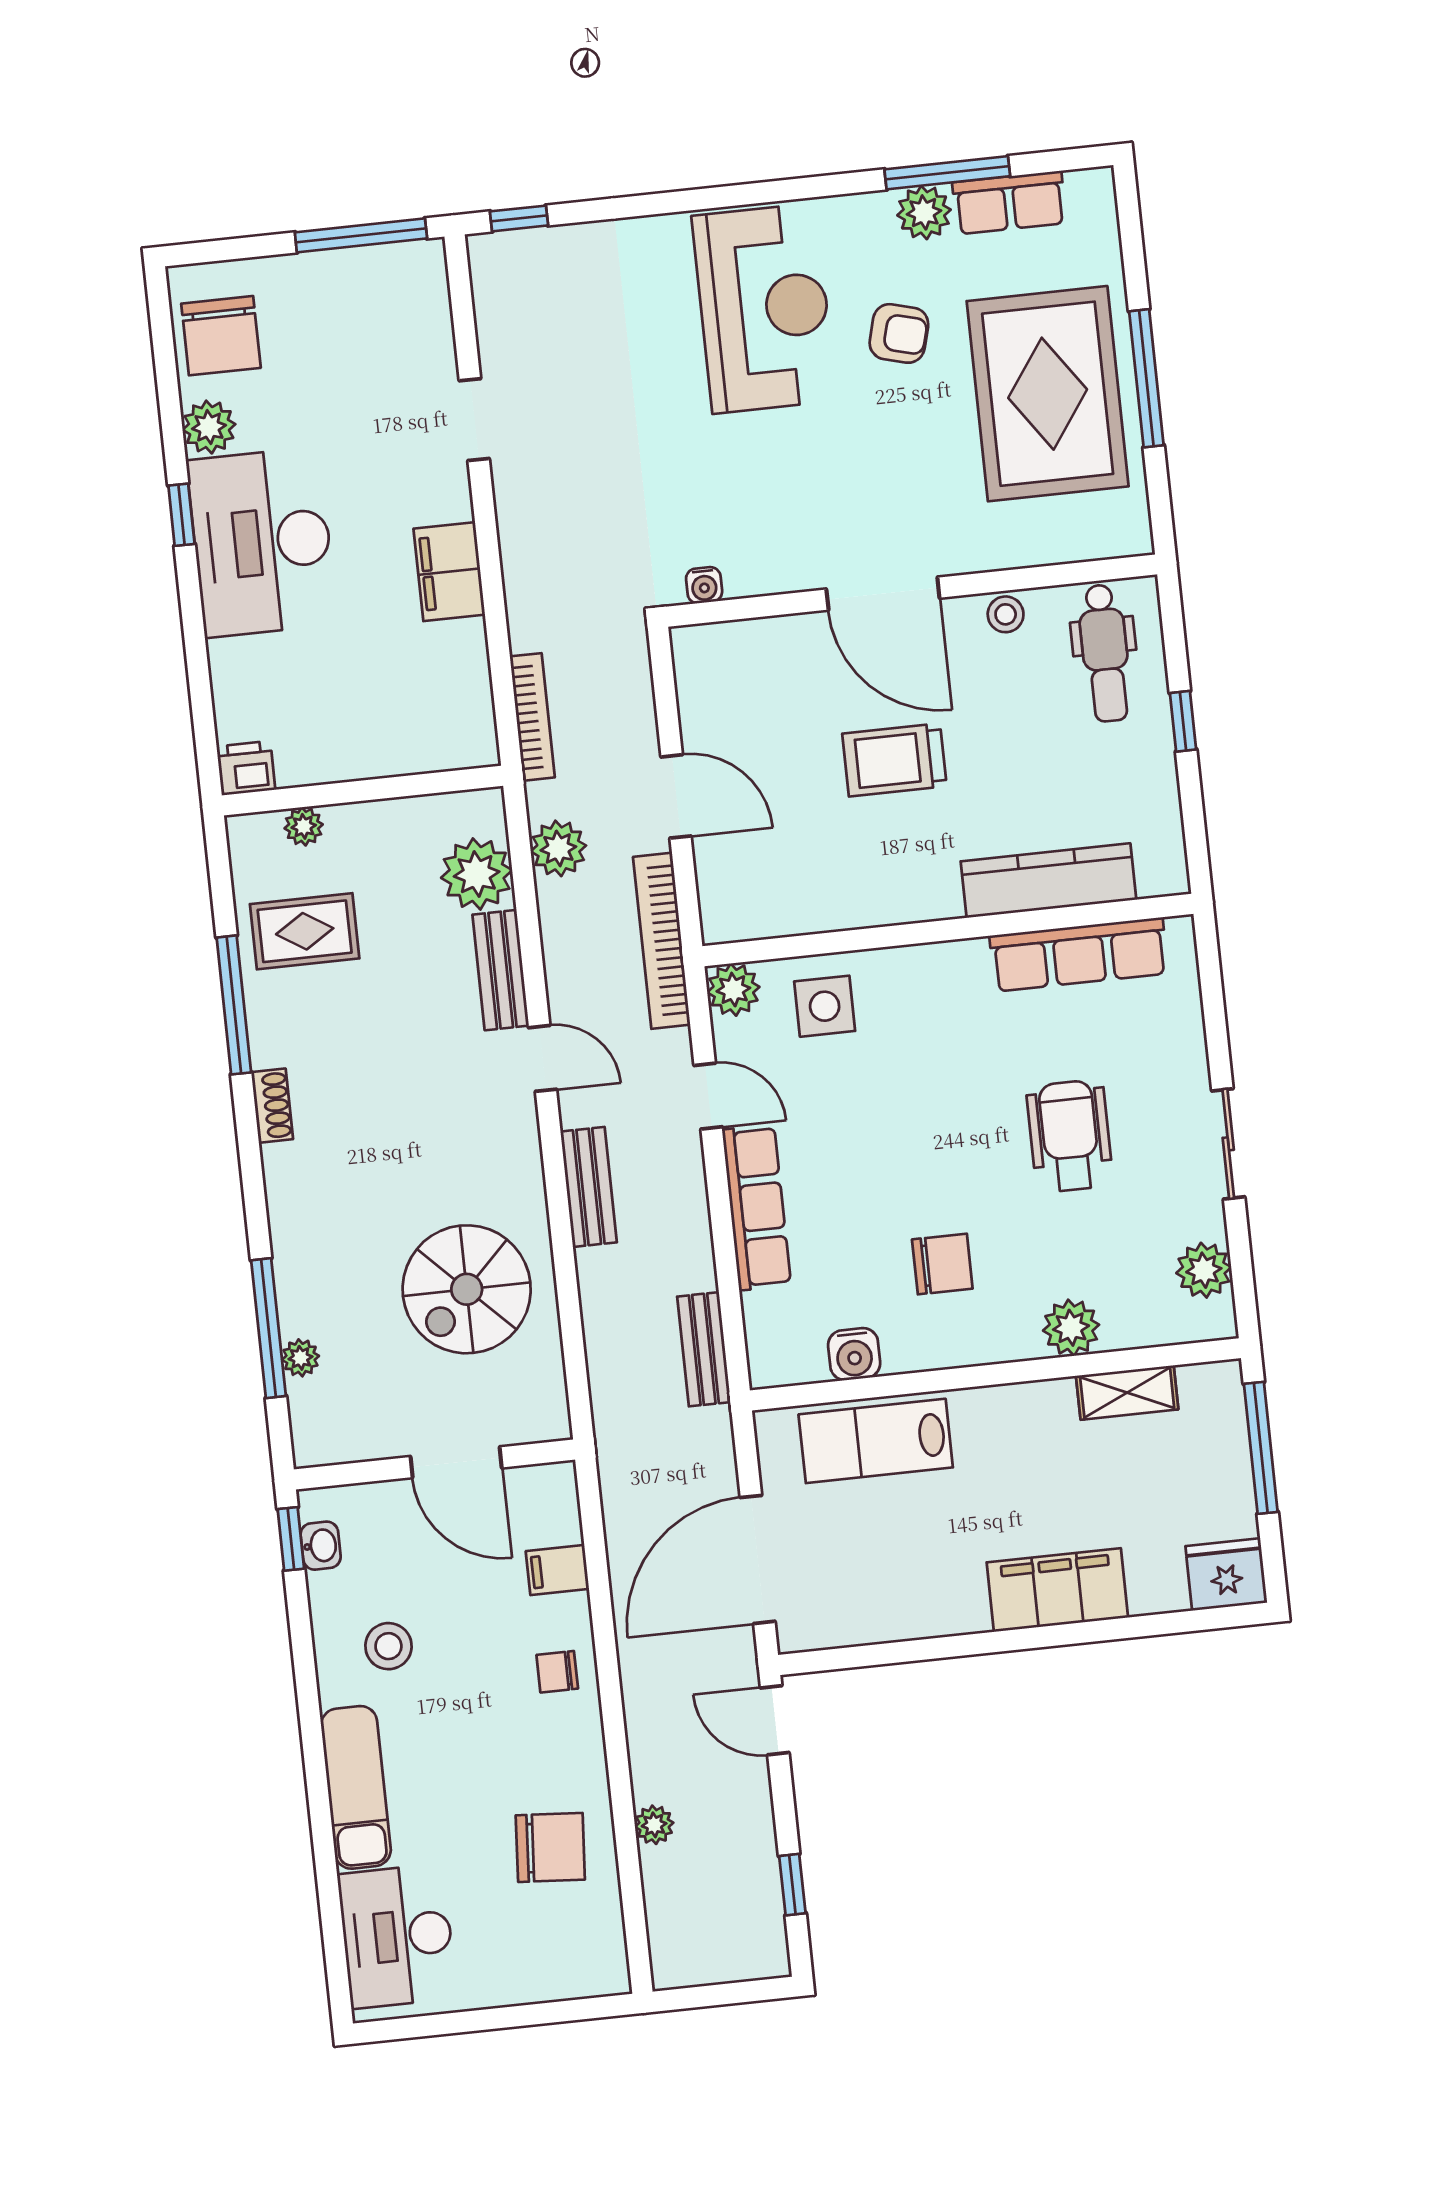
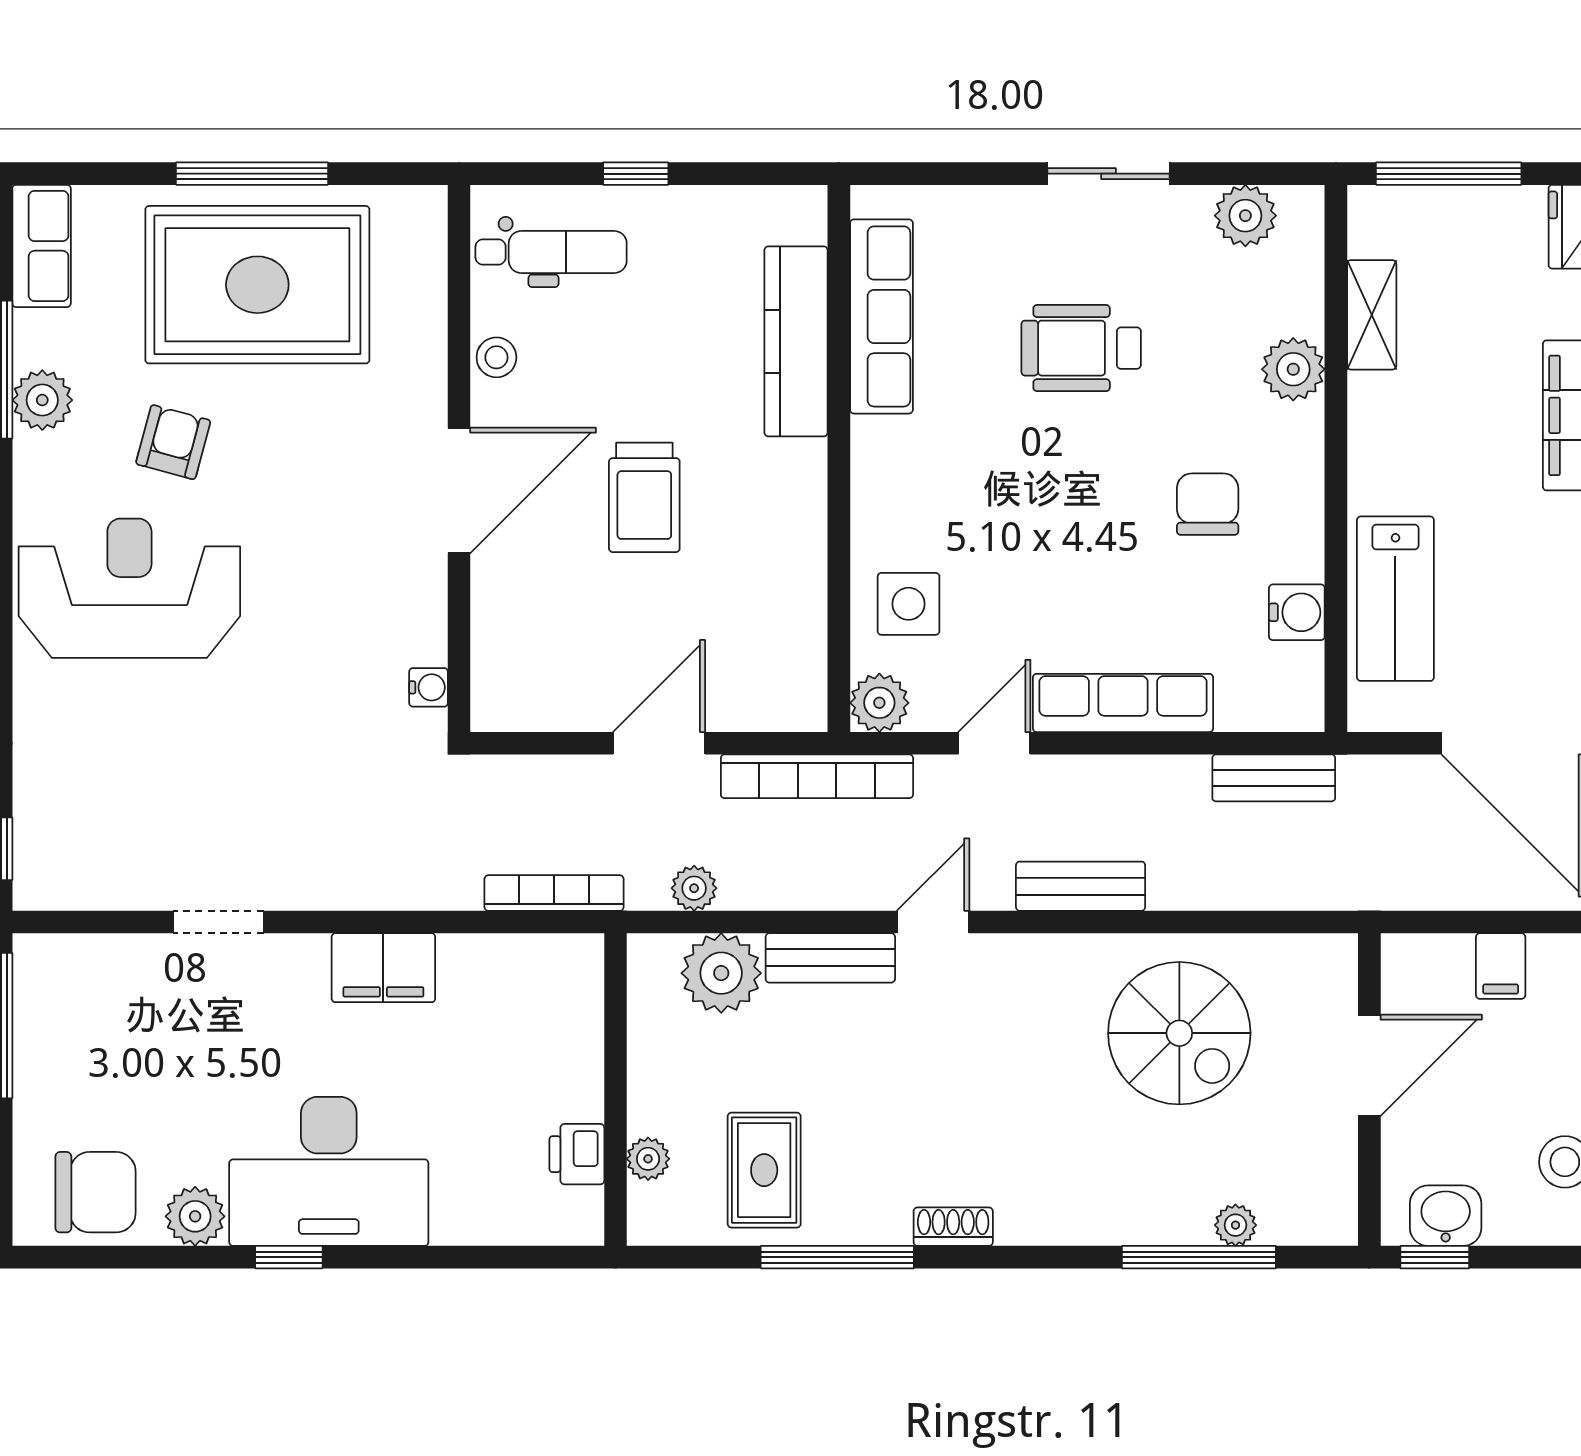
row of seats: (1009, 203) -> (42, 246), moved
printer: (246, 768) -> (577, 1154), moved
plant: (558, 848) -> (694, 888), width x0.73, depth x0.73
washbasin: (321, 1546) -> (1446, 1216), width x1.38, depth x1.45

